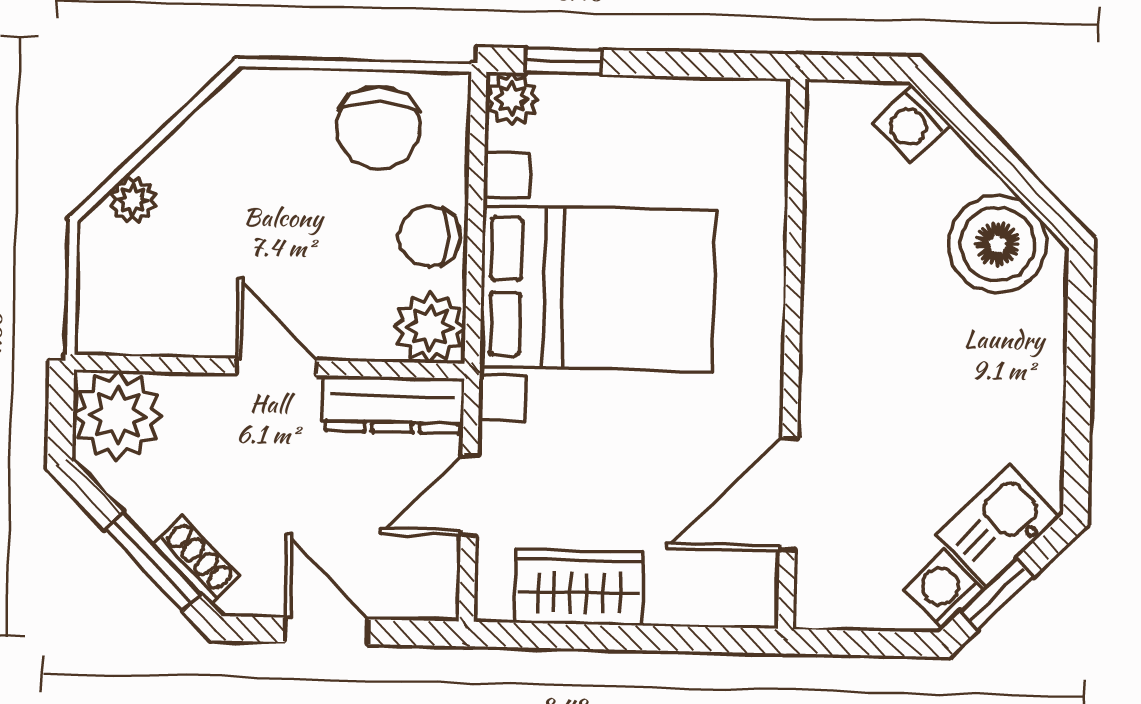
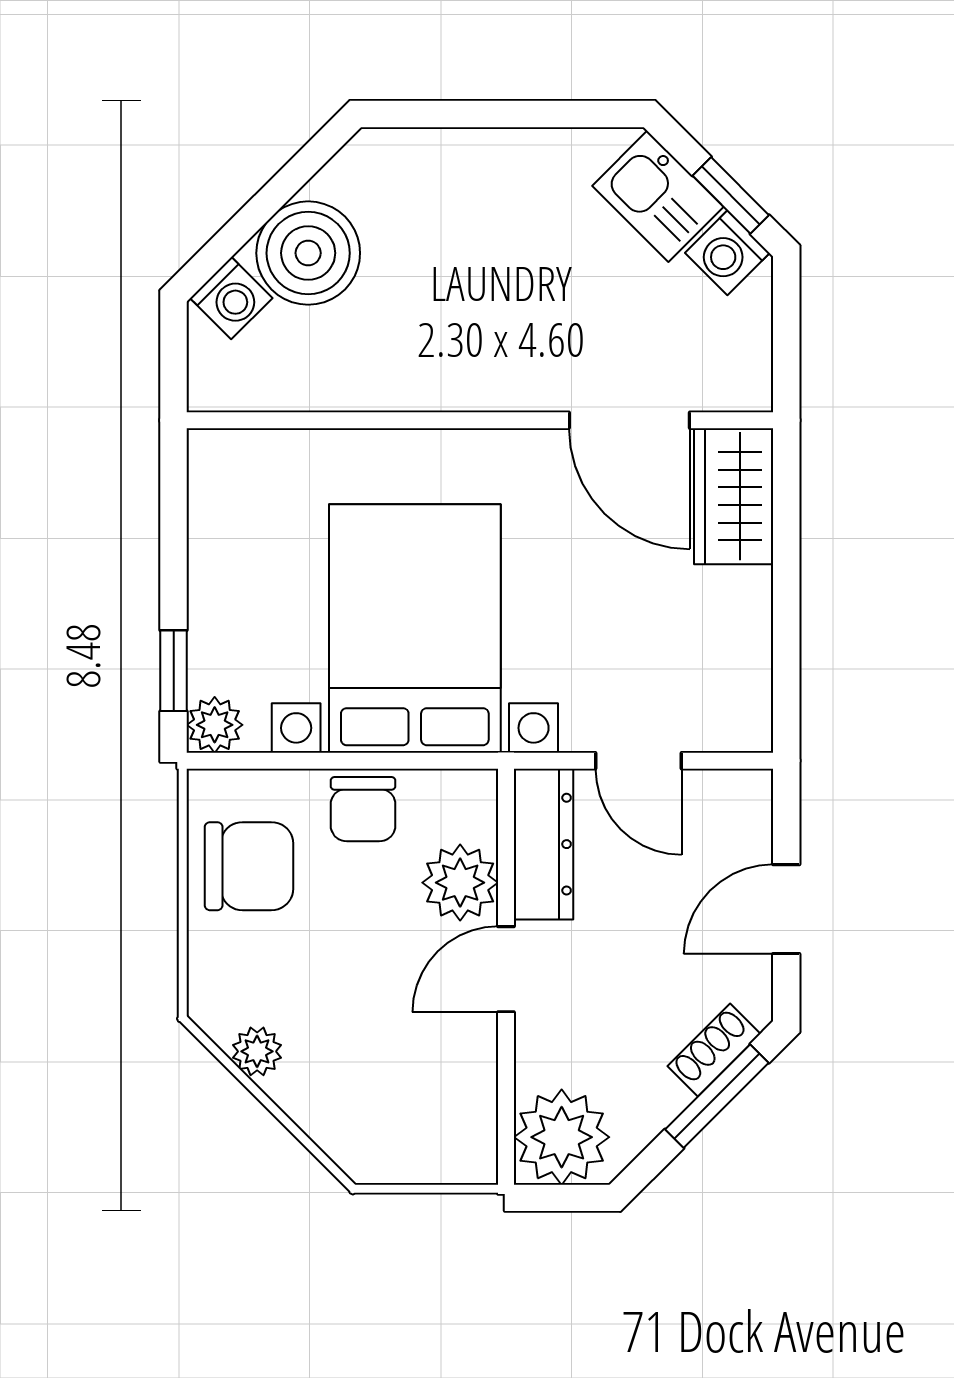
plant: (133, 200) -> (257, 1051), moved
boiler: (998, 244) -> (308, 253), moved
plant: (430, 327) -> (460, 883), moved
wardrobe: (579, 587) -> (734, 496), moved

